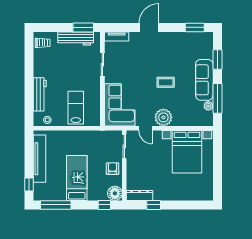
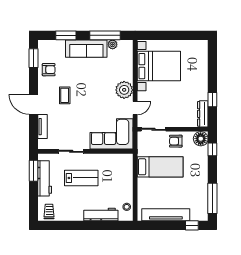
tv unit: (117, 36) -> (43, 127), moved
armchair: (183, 43) -> (49, 70), added
coffee table: (166, 82) -> (65, 95), moved
lab bench: (76, 108) -> (81, 178), moved, turned 180
bed: (77, 178) -> (160, 167), moved, turned 180

